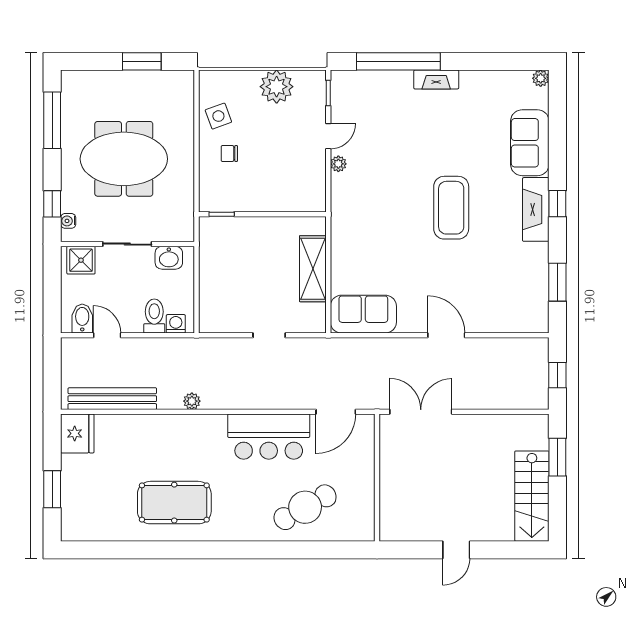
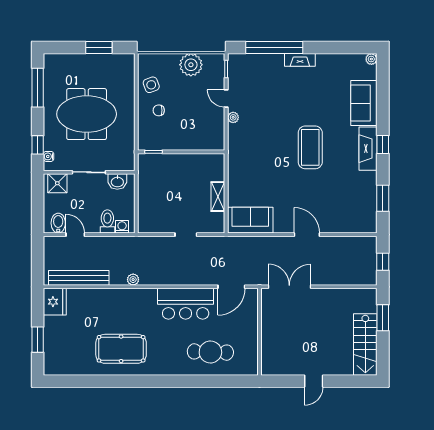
door: (328, 136) -> (226, 99), swing flipped
shelving: (313, 269) -> (218, 197), width x0.67, depth x0.75
cafe table: (305, 507) -> (210, 352), turned 31

